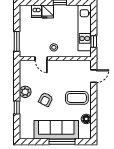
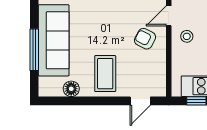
door: (94, 76) -> (140, 101), hinge flipped
armchair: (46, 99) -> (145, 39), moved

